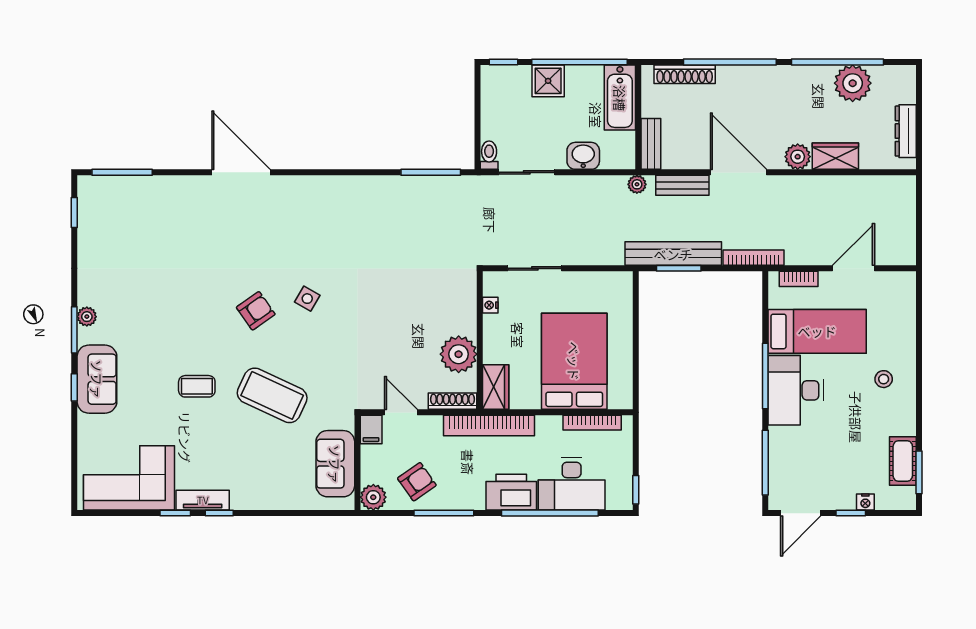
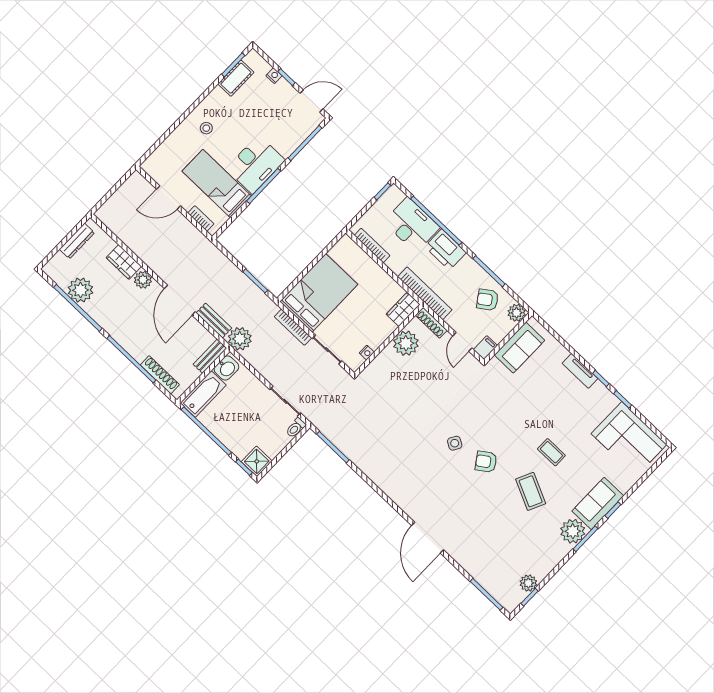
shower: (548, 81) -> (257, 461), moved
washbasin: (583, 156) -> (226, 368), moved, turned -90
plant: (637, 184) -> (240, 339), width x1.88, depth x1.88
plant: (90, 226) -> (528, 583), added
bench: (673, 254) -> (251, 291), removed
bookcase: (754, 258) -> (293, 327), moved
plant: (87, 317) -> (573, 531), width x1.88, depth x1.88
bed: (574, 361) -> (319, 293), moved, turned 180
coffee table: (272, 395) -> (531, 491), moved, width x0.73, depth x0.76
tv unit: (203, 500) -> (580, 371), moved

